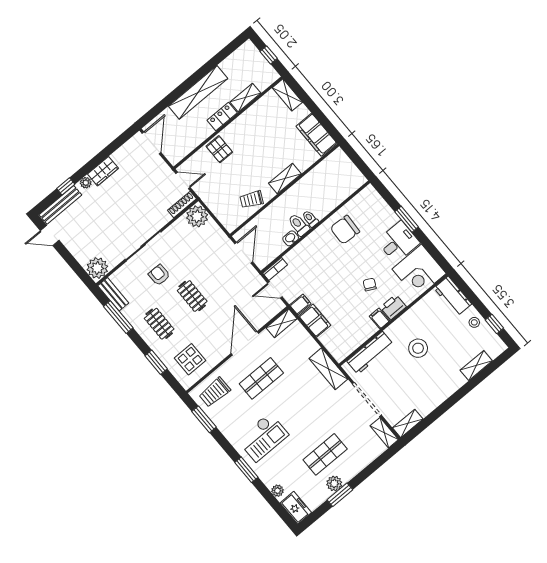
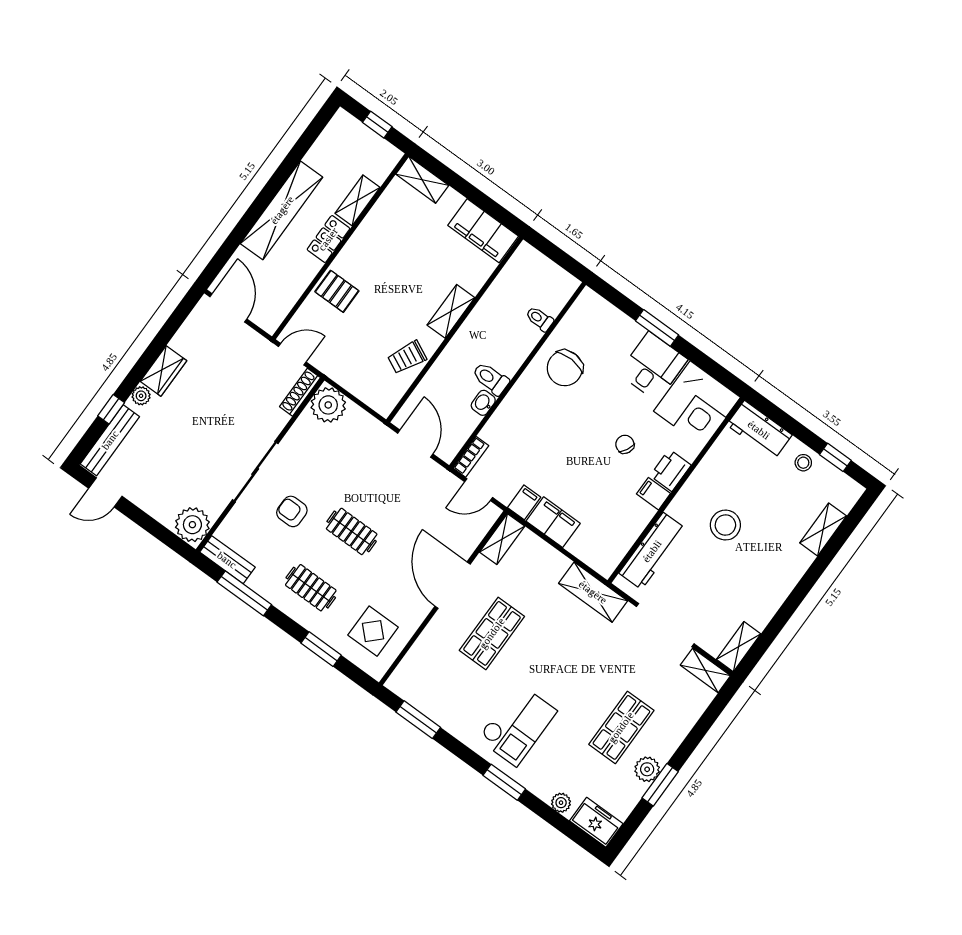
toilet: (310, 219) -> (539, 319), moved
trolley: (215, 392) -> (424, 673), removed

